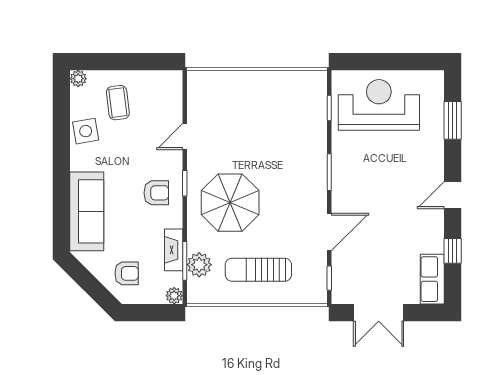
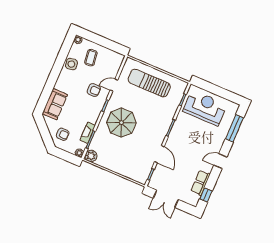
window: (453, 120) -> (234, 128), width x1.44
armchair: (156, 193) -> (94, 90), moved
sofa: (87, 211) -> (55, 104), width x0.73
door: (329, 232) -> (159, 154), hinge flipped
window: (453, 251) -> (206, 195), moved
plant: (199, 265) -> (91, 156), moved
sun lounger: (258, 270) -> (149, 83), moved, width x1.36, depth x1.34
row of seats: (432, 279) -> (201, 183), moved

